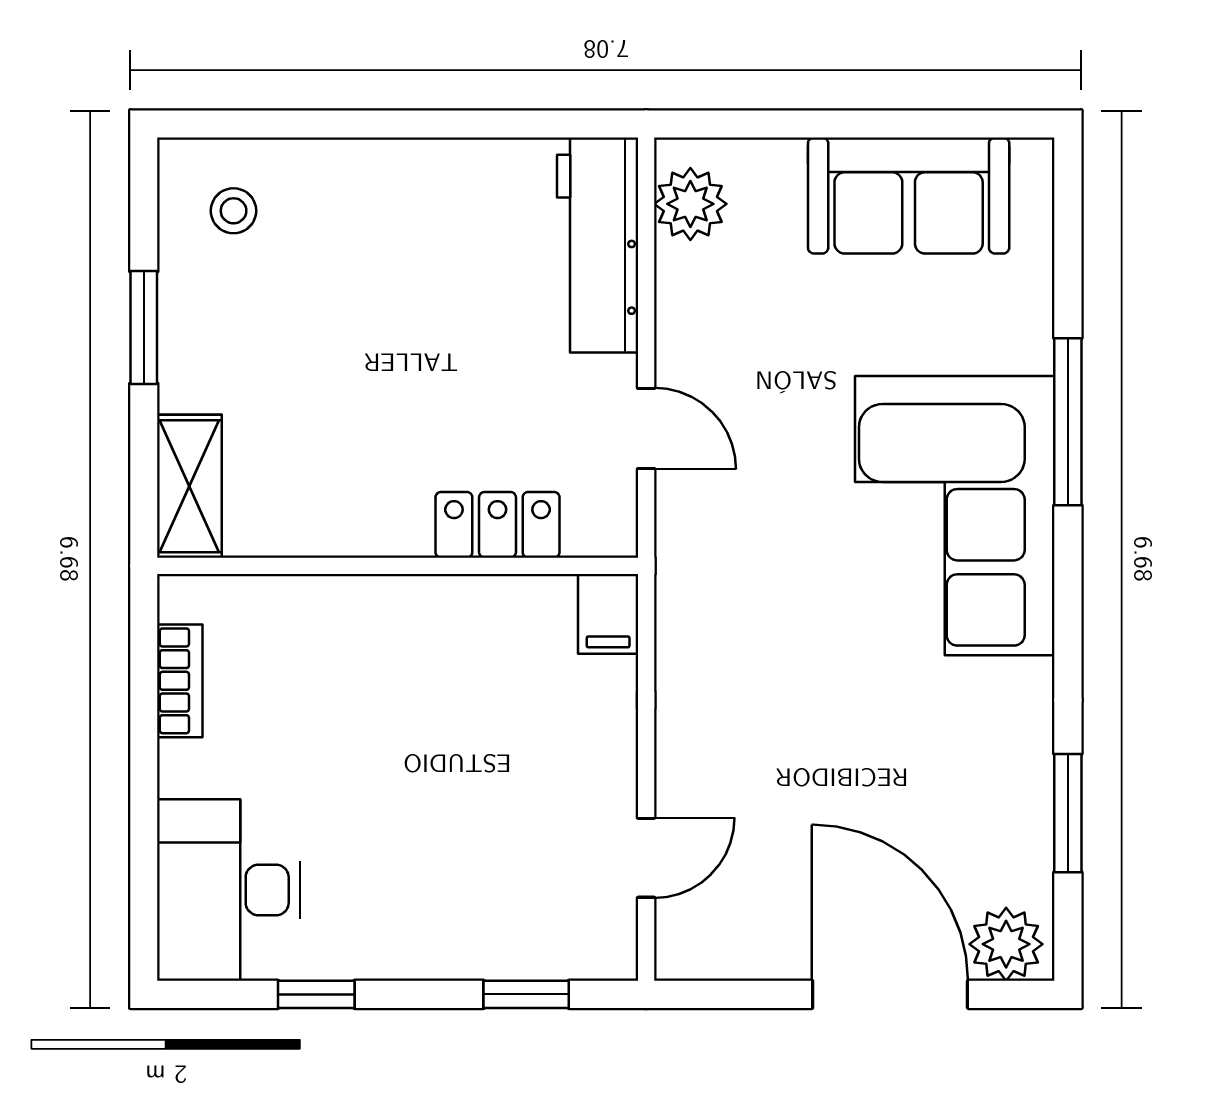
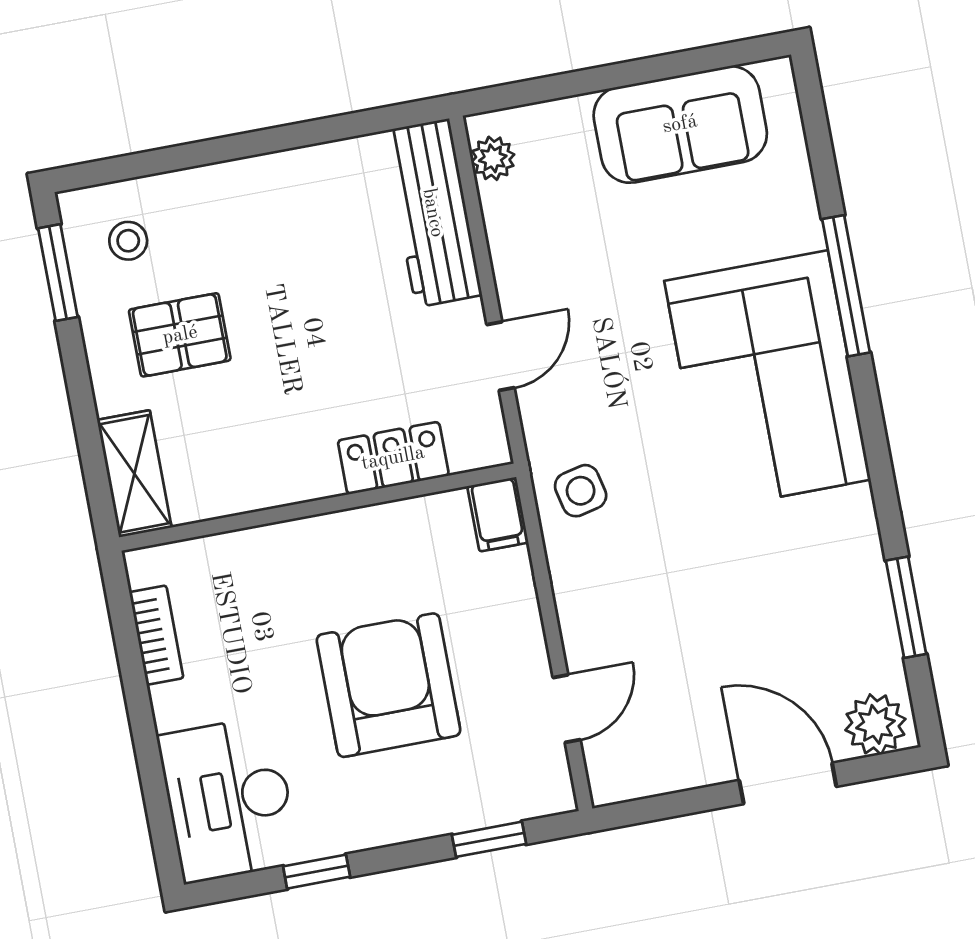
plant: (690, 204) -> (493, 158), width x0.73, depth x0.73
window: (144, 328) -> (58, 273), moved
pallet: (273, 333) -> (180, 335), added
door: (646, 428) -> (501, 356), hinge flipped
side table: (711, 604) -> (581, 491), added
armchair: (442, 791) -> (388, 685), added
door: (890, 994) -> (788, 783), width x0.73

